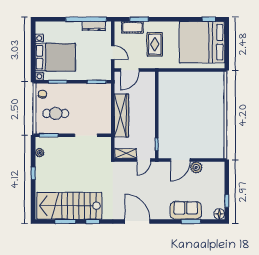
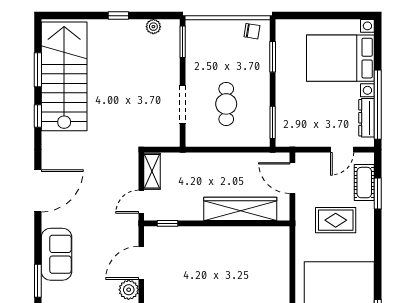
door: (113, 53) -> (342, 150), moved
bed with nightstands: (55, 57) -> (340, 58), moved, turned 90
cafe table: (56, 113) -> (226, 104), moved
wardrobe: (121, 116) -> (240, 209), moved, turned 180
door: (144, 160) -> (141, 202), hinge flipped
door: (180, 160) -> (141, 263), hinge flipped
sofa: (186, 210) -> (57, 254), moved

